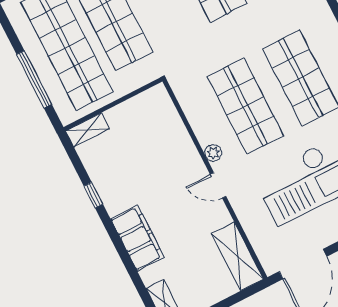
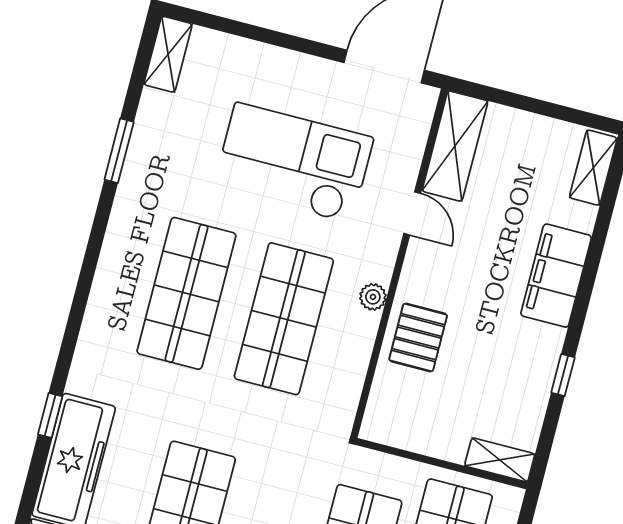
pallet: (176, 153) -> (418, 338), added
door: (218, 185) -> (412, 213), moved

